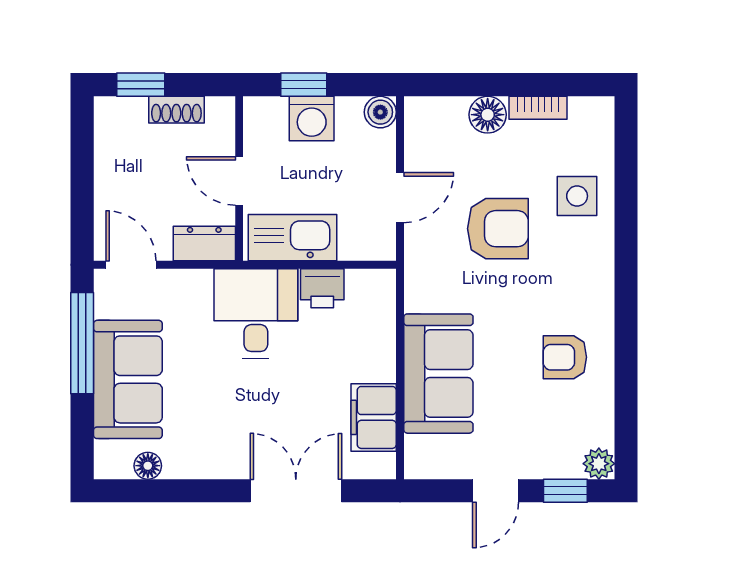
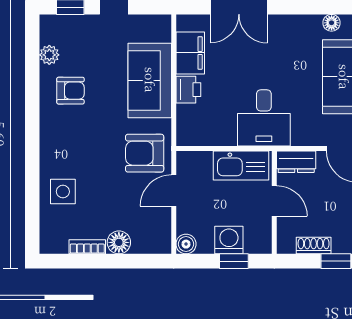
armchair: (498, 229) -> (145, 153), moved
printer: (322, 288) -> (188, 90), moved, turned 90
plant: (599, 464) -> (49, 55), moved

